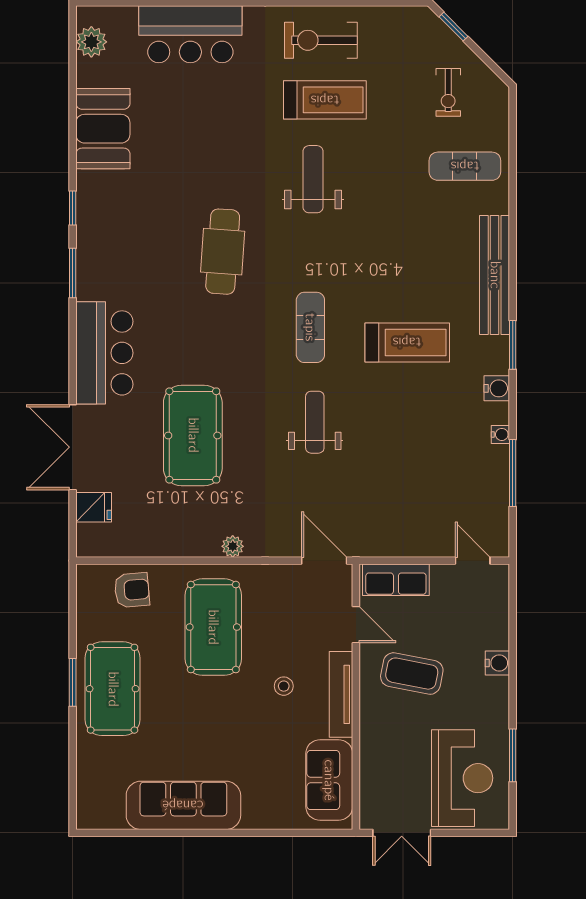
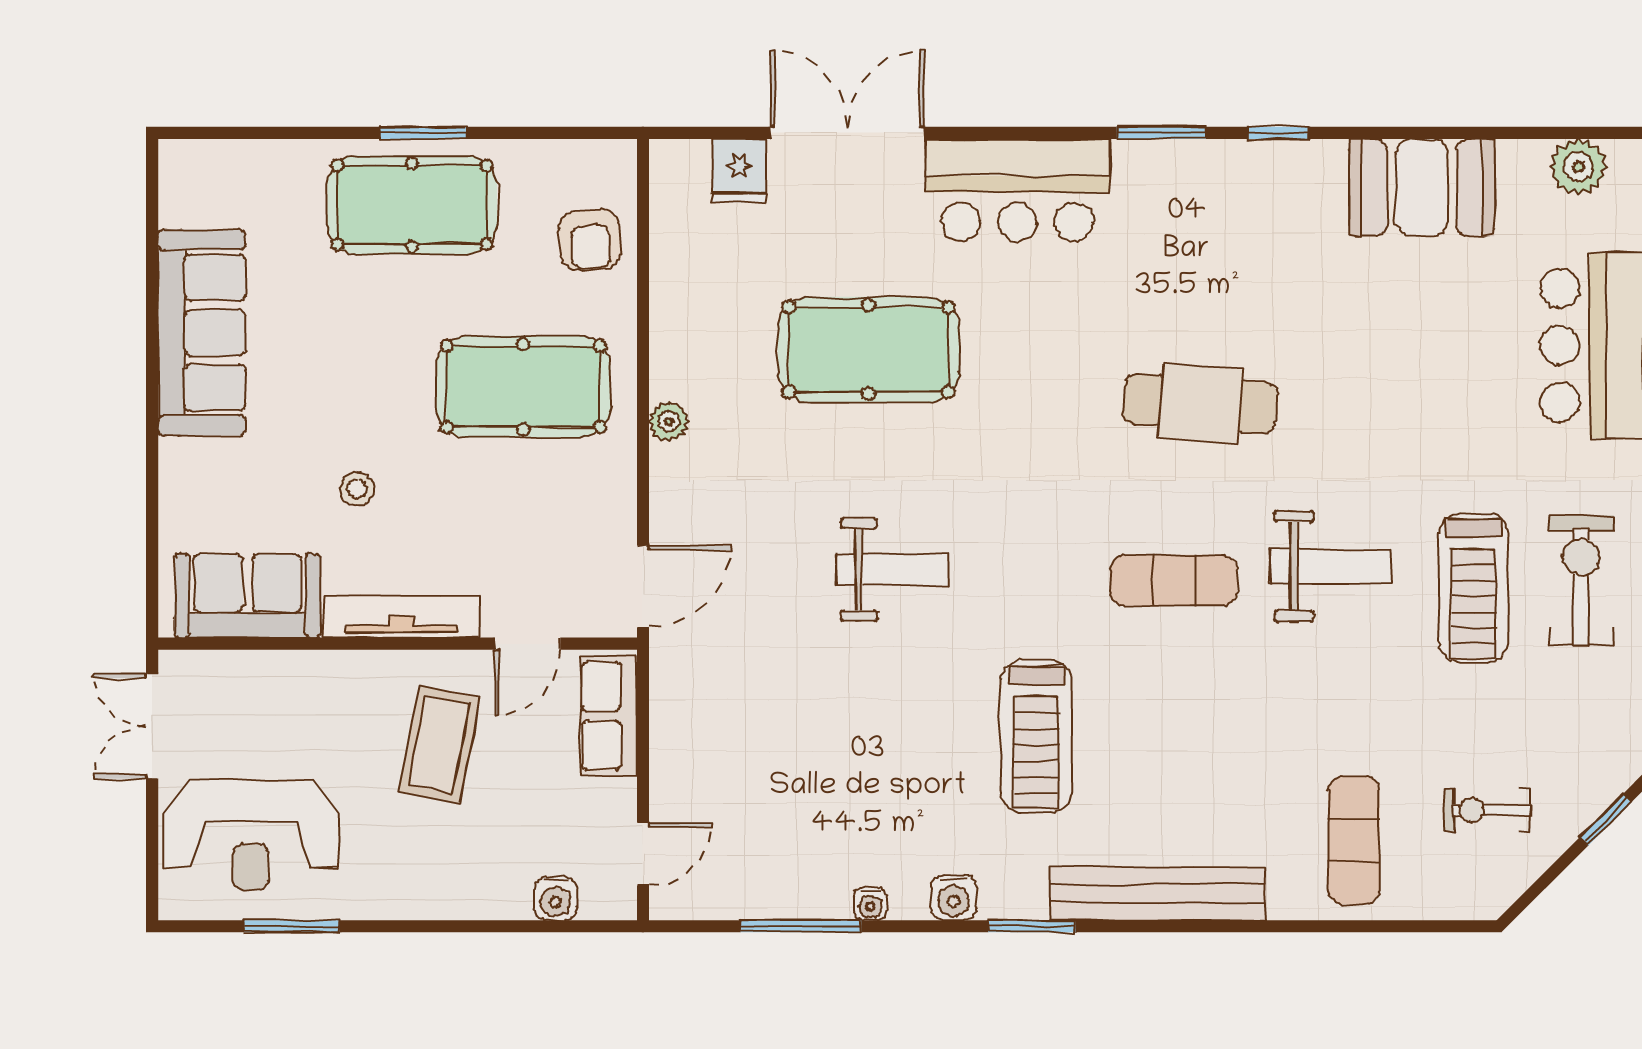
exercise mat: (310, 327) -> (1174, 580), moved
water cooler: (497, 663) -> (555, 899), moved
stool: (284, 686) -> (357, 489), moved

